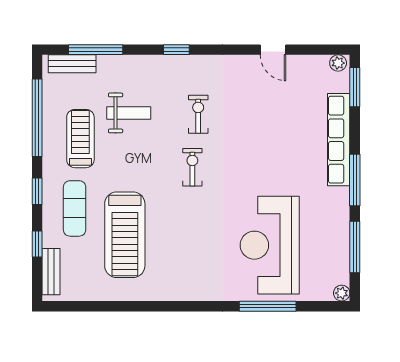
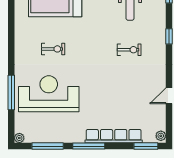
exercise bike: (192, 167) -> (53, 49), moved

